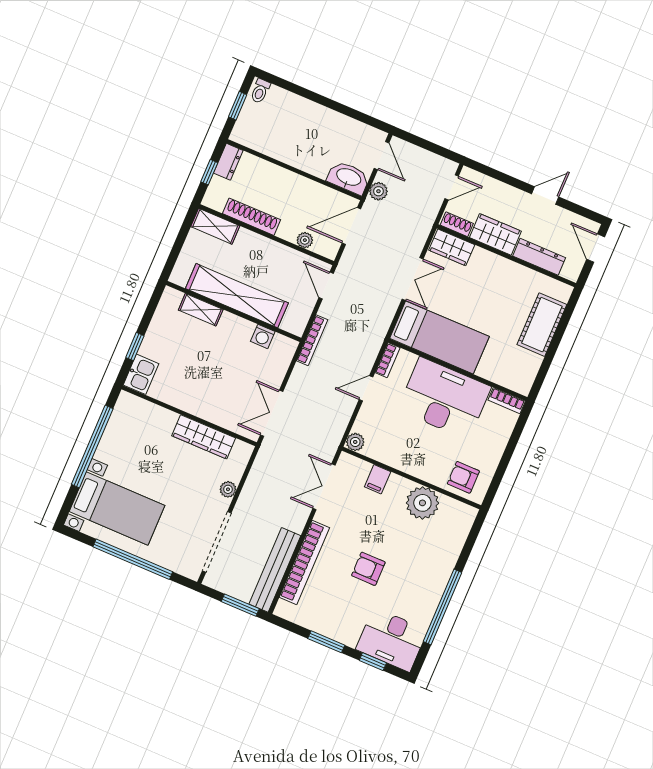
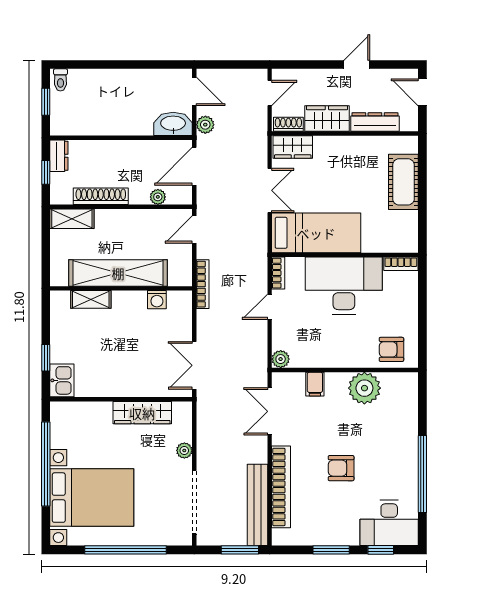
door: (326, 285) -> (194, 229), hinge flipped
bed with nightstands: (117, 509) -> (92, 498), width x1.36

